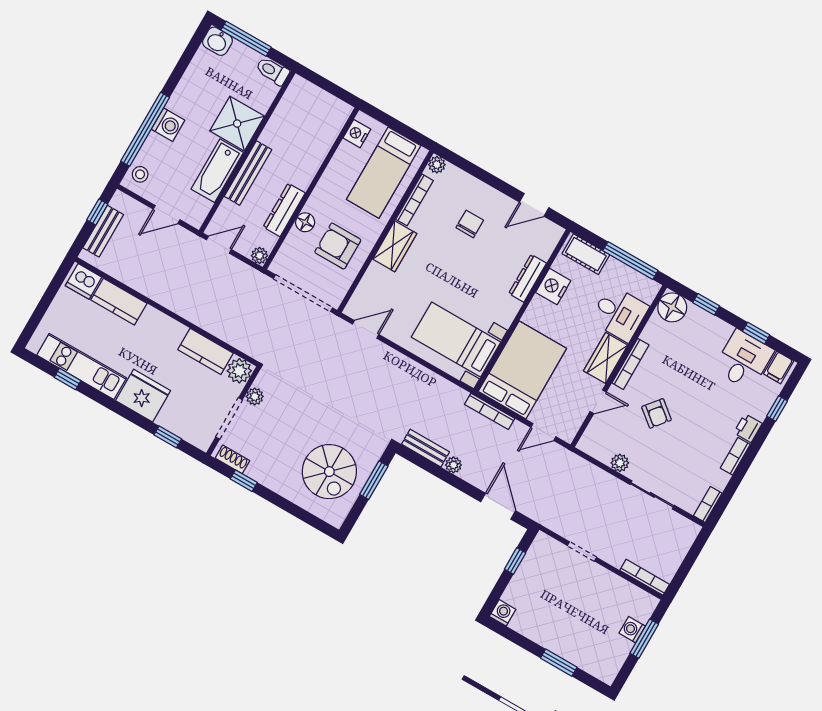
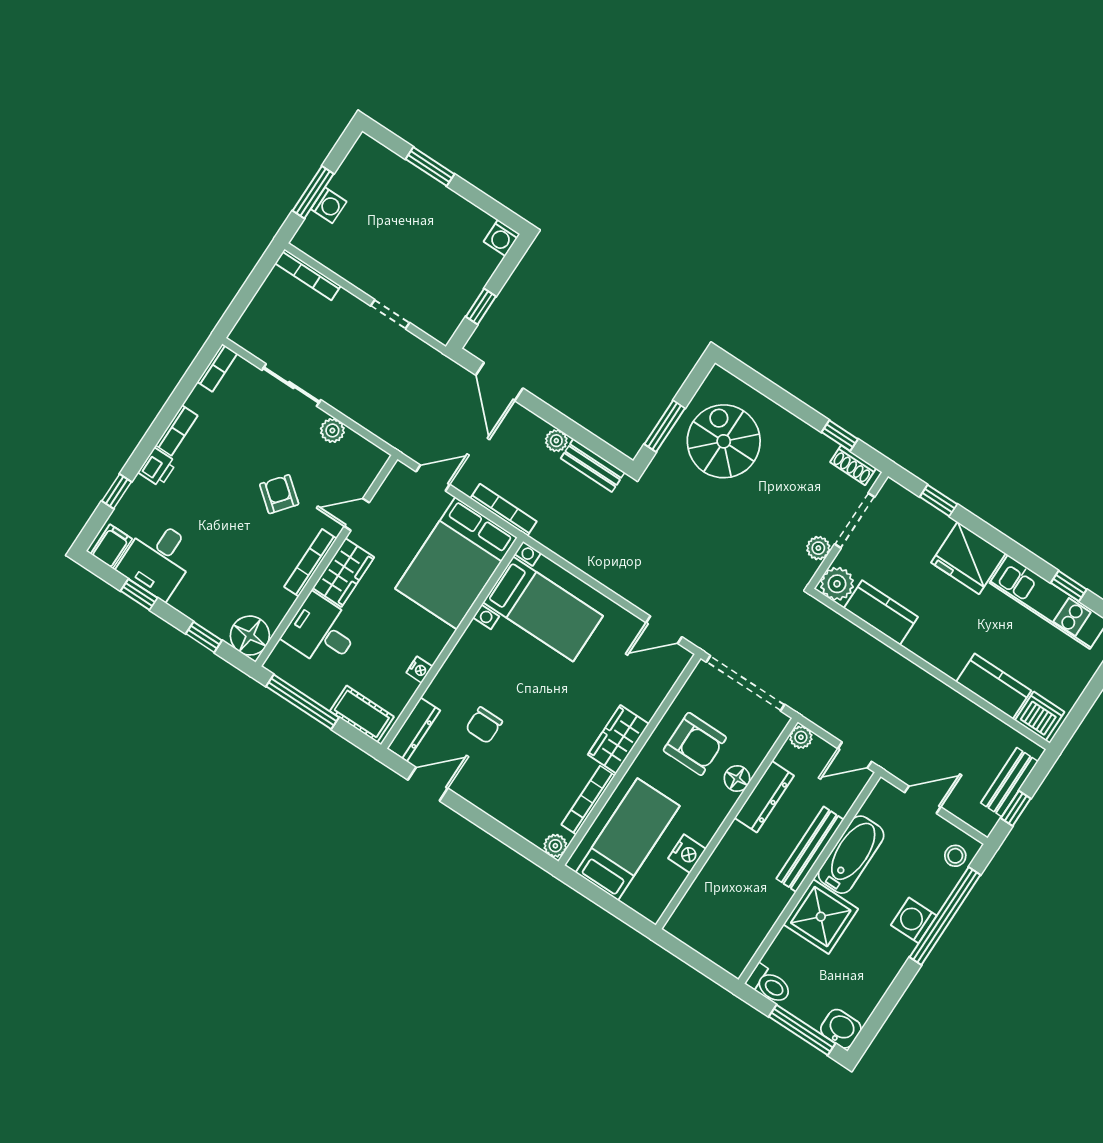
nightstand: (357, 134) -> (687, 854), moved
chair: (470, 224) -> (484, 725), moved
dresser: (528, 278) -> (414, 729), moved
nightstand: (553, 287) -> (419, 670), width x0.53, depth x0.56

